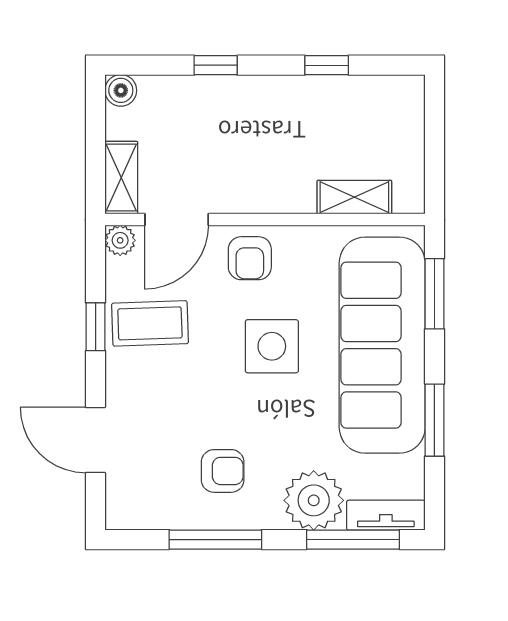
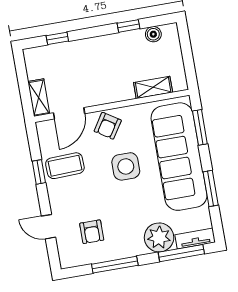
window: (216, 65) -> (57, 38), moved
boiler: (121, 90) -> (153, 34), moved
plant: (120, 240) -> (44, 128), removed
armchair: (250, 258) -> (108, 126), turned 33
door: (96, 440) -> (48, 227), width x0.73
armchair: (223, 471) -> (92, 232), moved, turned 90

